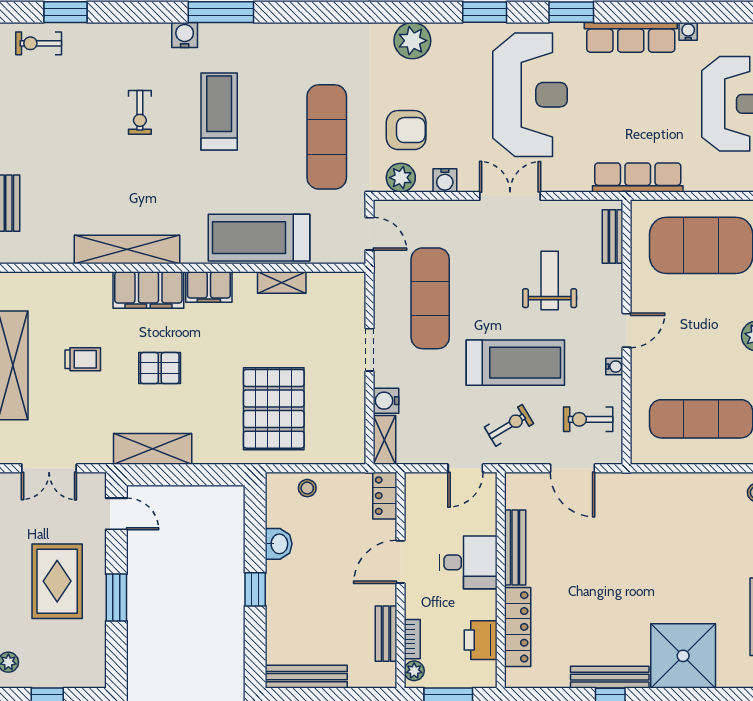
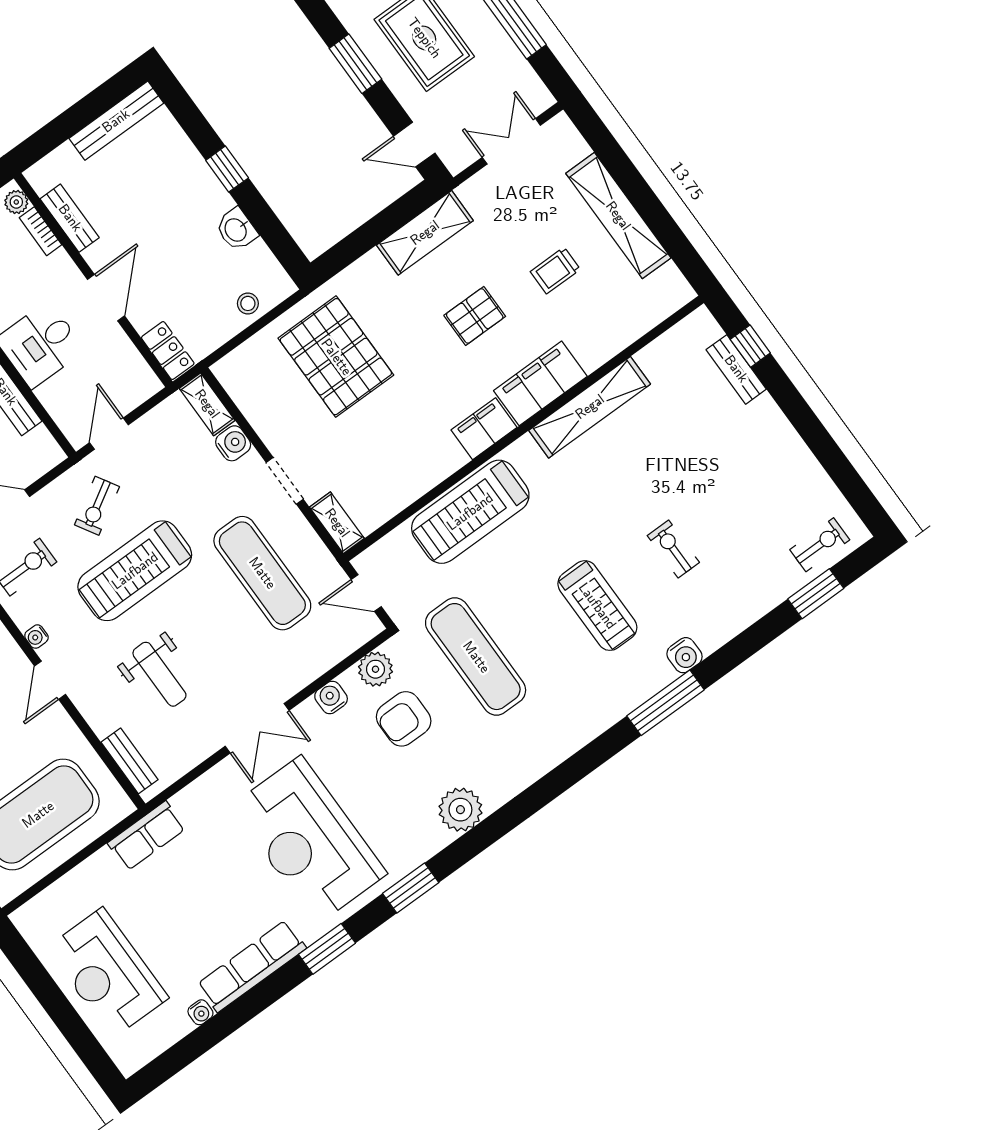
row of seats: (638, 177) -> (147, 836), width x0.68
treadmill: (259, 238) -> (470, 512), turned 180
shelving: (282, 283) -> (337, 523), moved, turned 90

